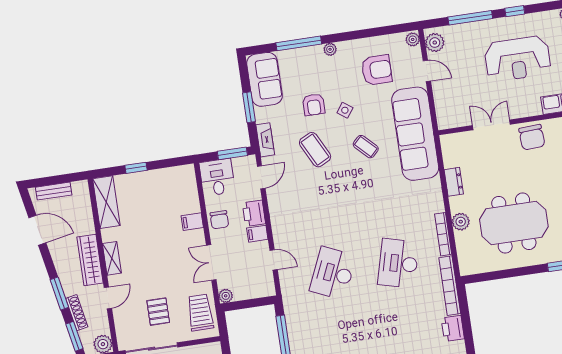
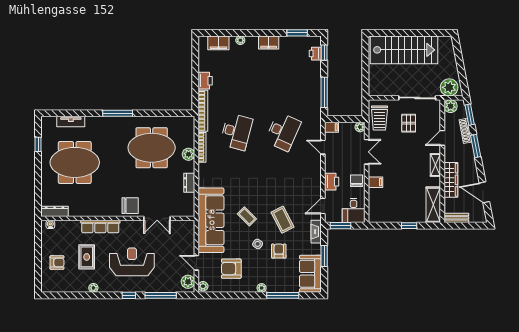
chair: (532, 137) -> (130, 206), turned 93
bench: (54, 191) -> (456, 218), moved
filing cabinet: (257, 234) -> (331, 127), moved
wardrobe: (90, 260) -> (451, 180), moved

